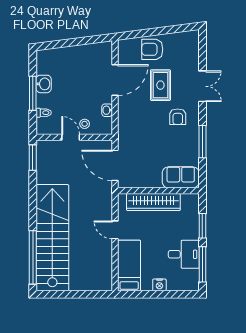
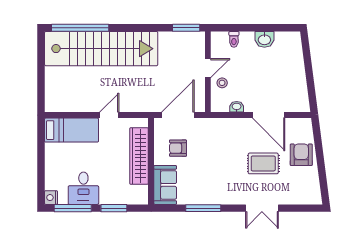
window: (33, 93) -> (254, 28), removed
armchair: (178, 117) -> (178, 148), moved
nightstand: (159, 285) -> (51, 198), moved

